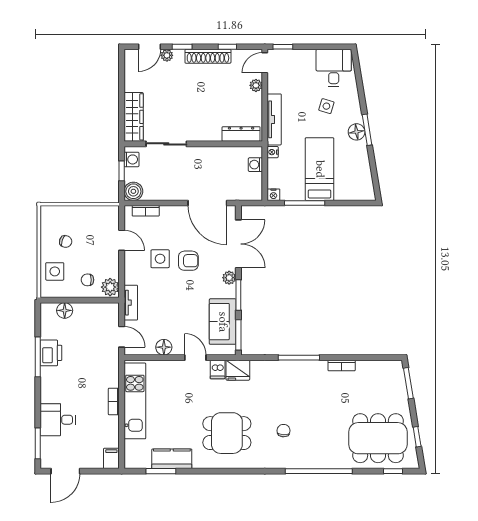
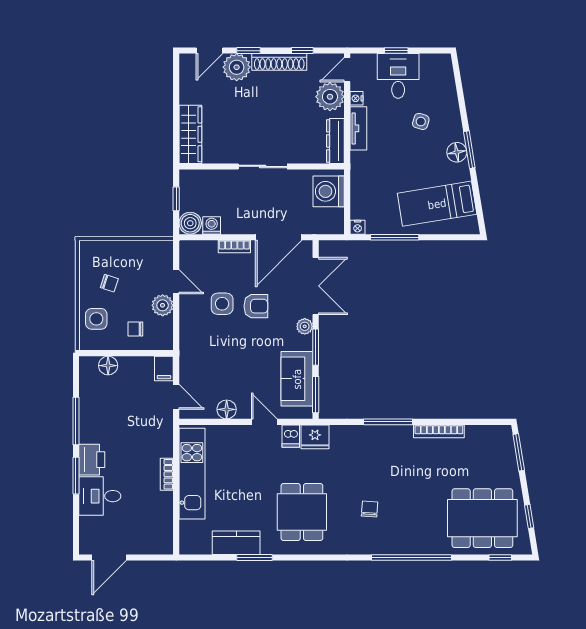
window: (283, 47) -> (396, 51), moved
plant: (167, 55) -> (237, 67), width x1.88, depth x1.88
desk: (334, 68) -> (398, 76), moved
plant: (256, 85) -> (330, 97), width x1.88, depth x1.88
tv unit: (274, 119) -> (358, 128), width x0.71
dresser: (241, 134) -> (335, 141), moved, turned -90
sliding door: (166, 144) -> (263, 166), moved
nightstand: (273, 152) -> (357, 98), moved
washing machine: (131, 159) -> (212, 226), moved, turned -90
washing machine: (255, 165) -> (329, 191), width x1.89, depth x1.89
bed: (320, 169) -> (437, 204), moved, turned -99
door: (207, 203) -> (279, 237), hinge flipped
bookcase: (146, 211) -> (234, 247), moved
plant: (110, 287) -> (163, 305), moved
tv unit: (131, 303) -> (187, 356), removed
printer: (51, 353) -> (92, 460), moved
bookcase: (342, 366) -> (439, 431), width x1.56
dining table: (227, 433) -> (302, 512), turned 90
window: (38, 443) -> (76, 476), moved
filing cabinet: (111, 458) -> (164, 368), moved, turned 180
window: (161, 471) -> (255, 558), moved

